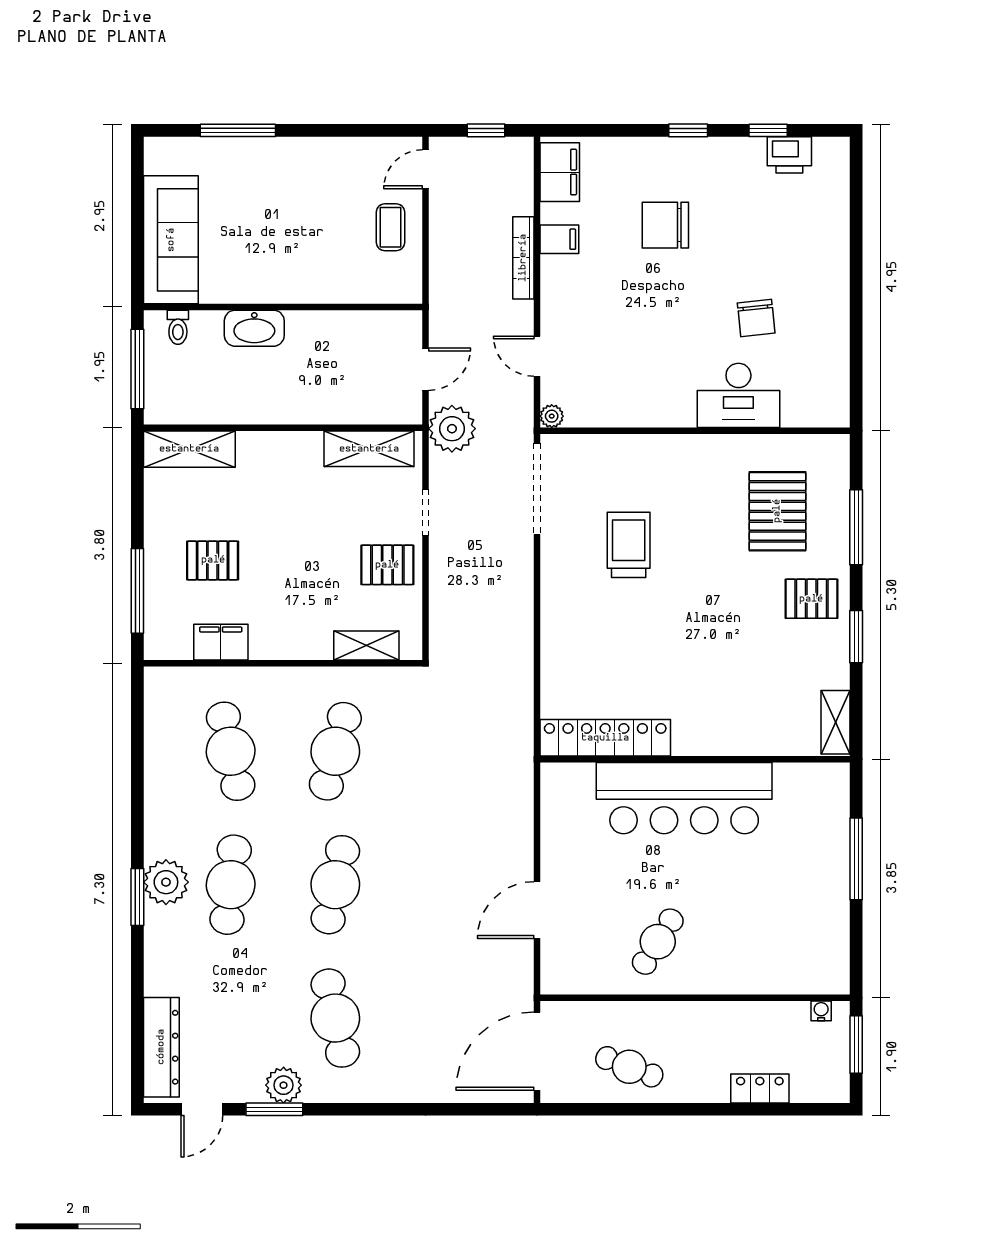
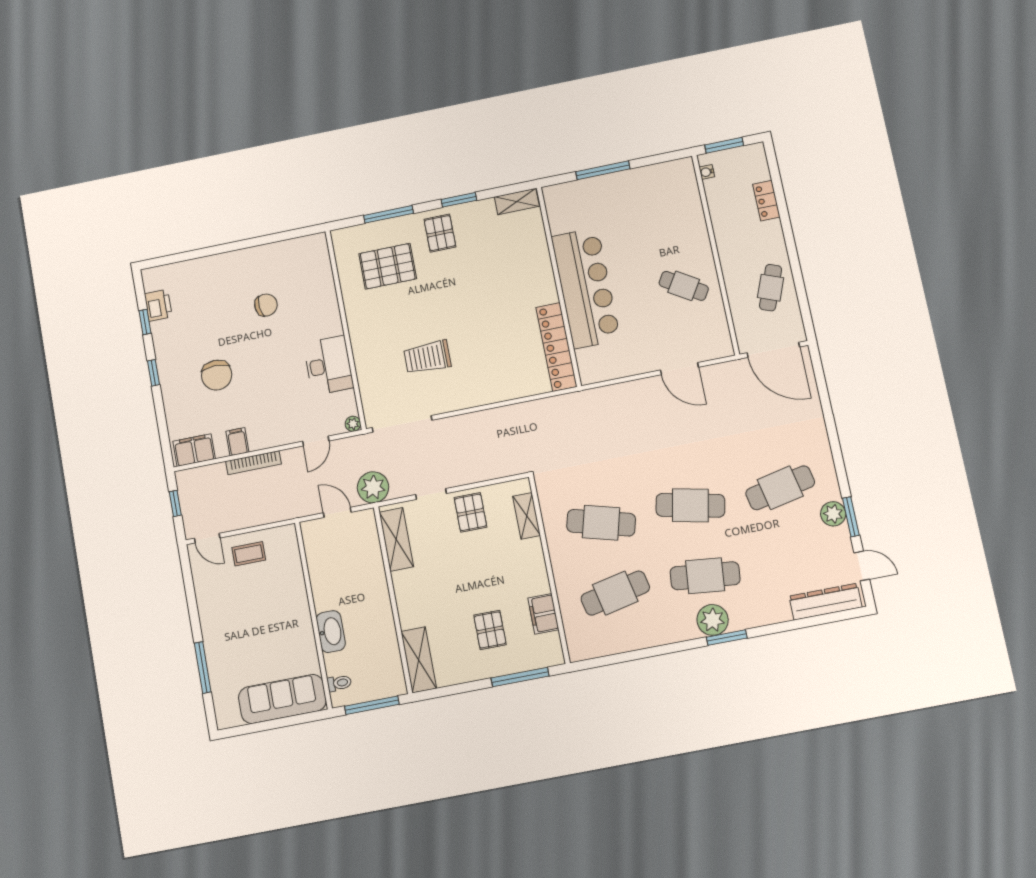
desk: (738, 395) -> (328, 365), moved

